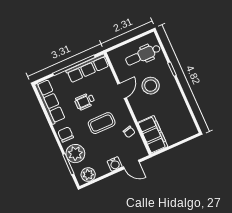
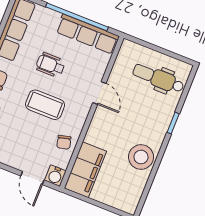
stool: (151, 86) -> (141, 157), moved
door: (122, 91) -> (99, 93), hinge flipped
water cooler: (115, 164) -> (55, 176), moved

